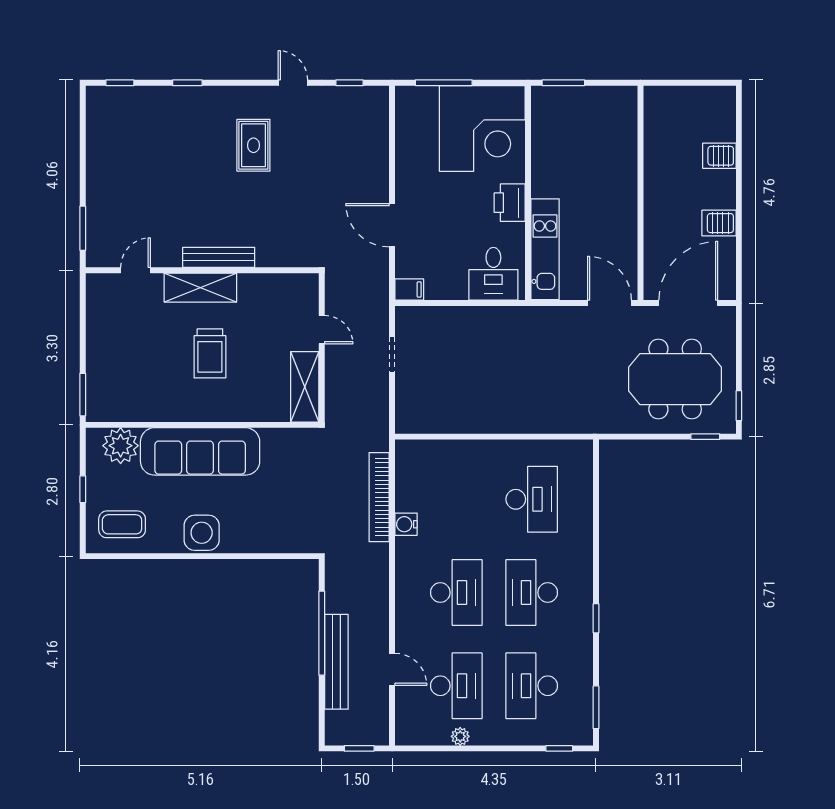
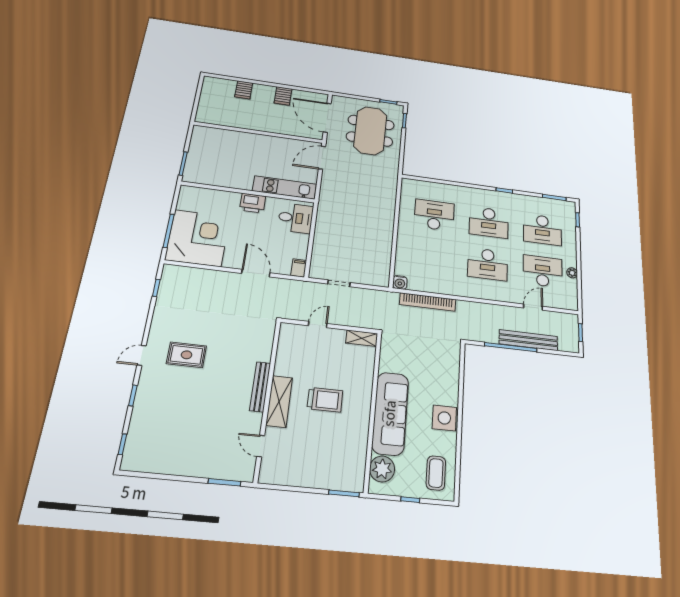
door: (293, 83) -> (142, 355), moved
corner desk: (482, 128) -> (198, 238), moved
door: (392, 225) -> (256, 273), swing flipped
shelving: (305, 387) -> (362, 338), width x0.67, depth x0.75
water cooler: (406, 524) -> (400, 282), moved
desk: (456, 593) -> (488, 264), turned 180

